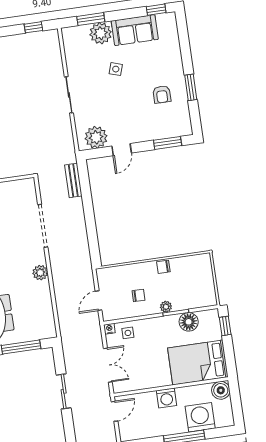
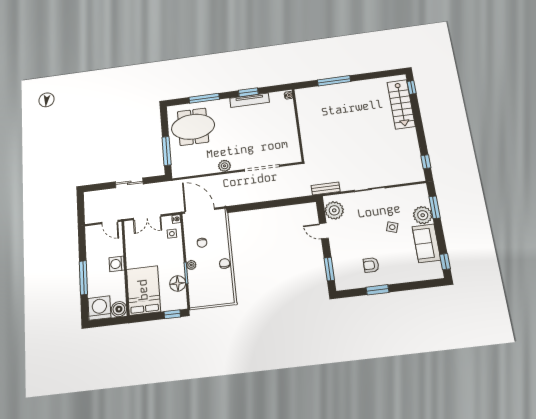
bench: (73, 180) -> (326, 188), moved
door: (99, 301) -> (200, 211), width x1.87
washing machine: (200, 417) -> (99, 308), moved, turned -90

